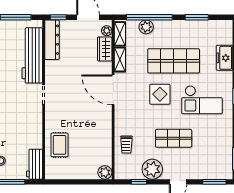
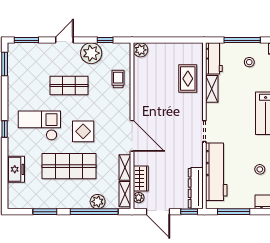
shelving: (36, 135) -> (212, 89), added

